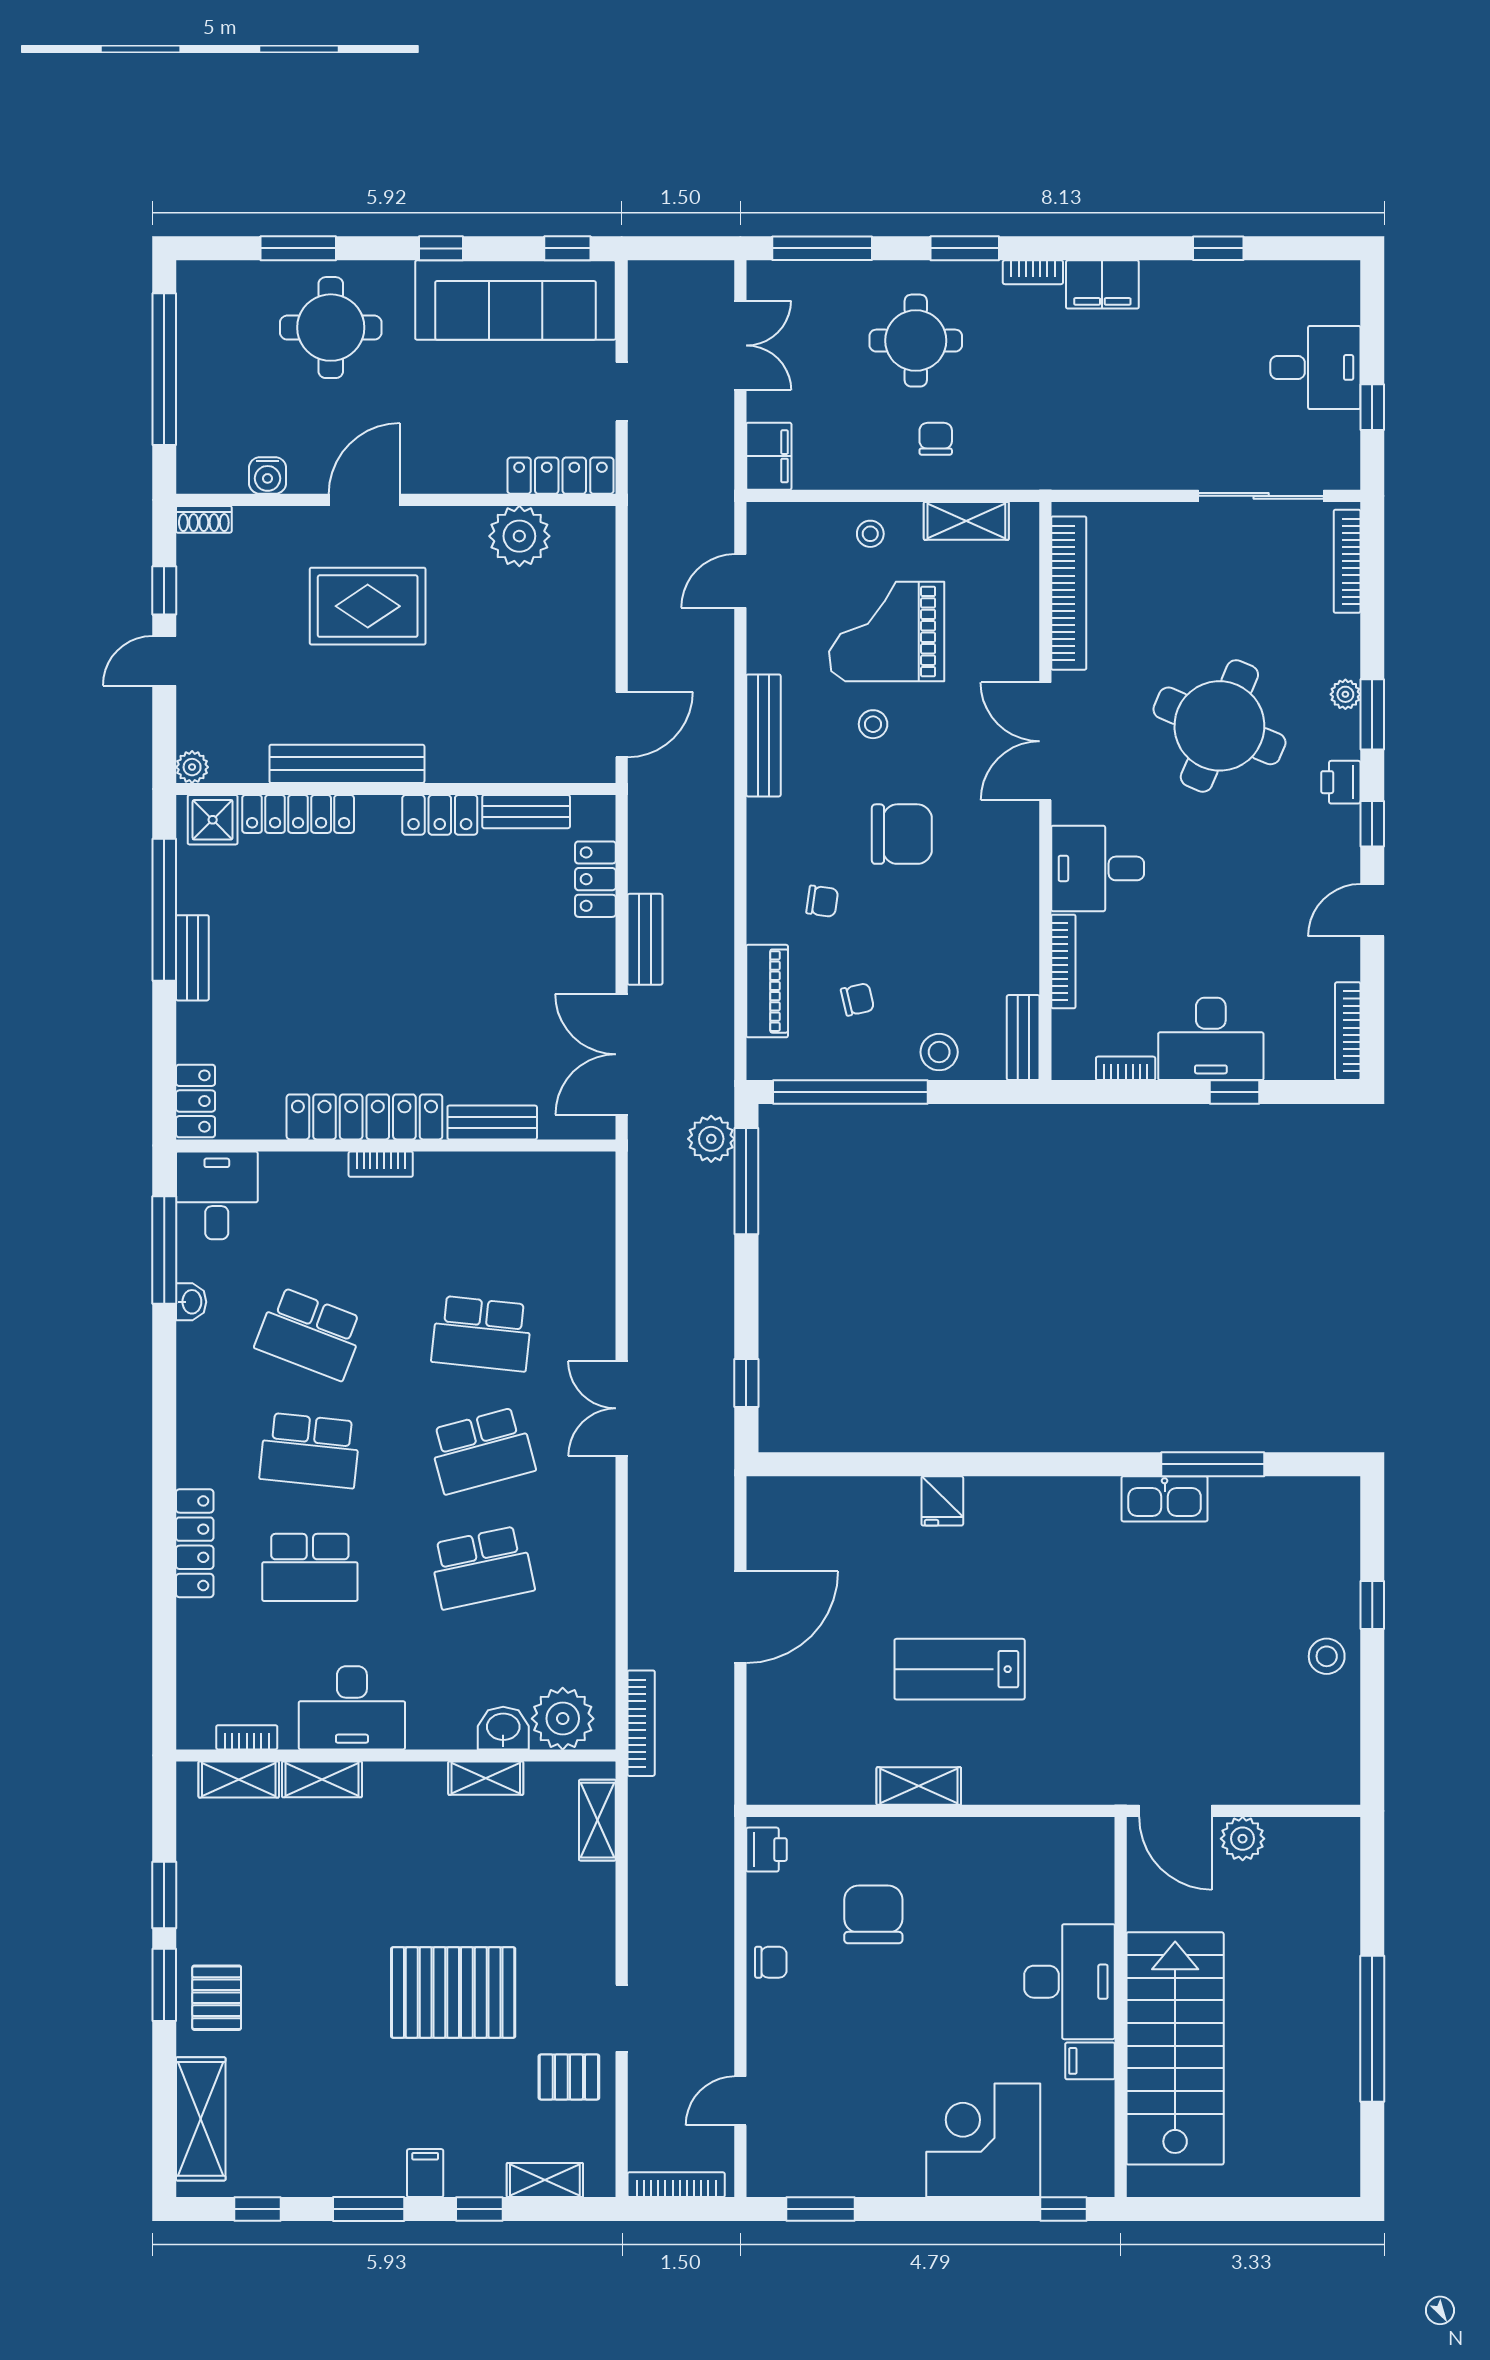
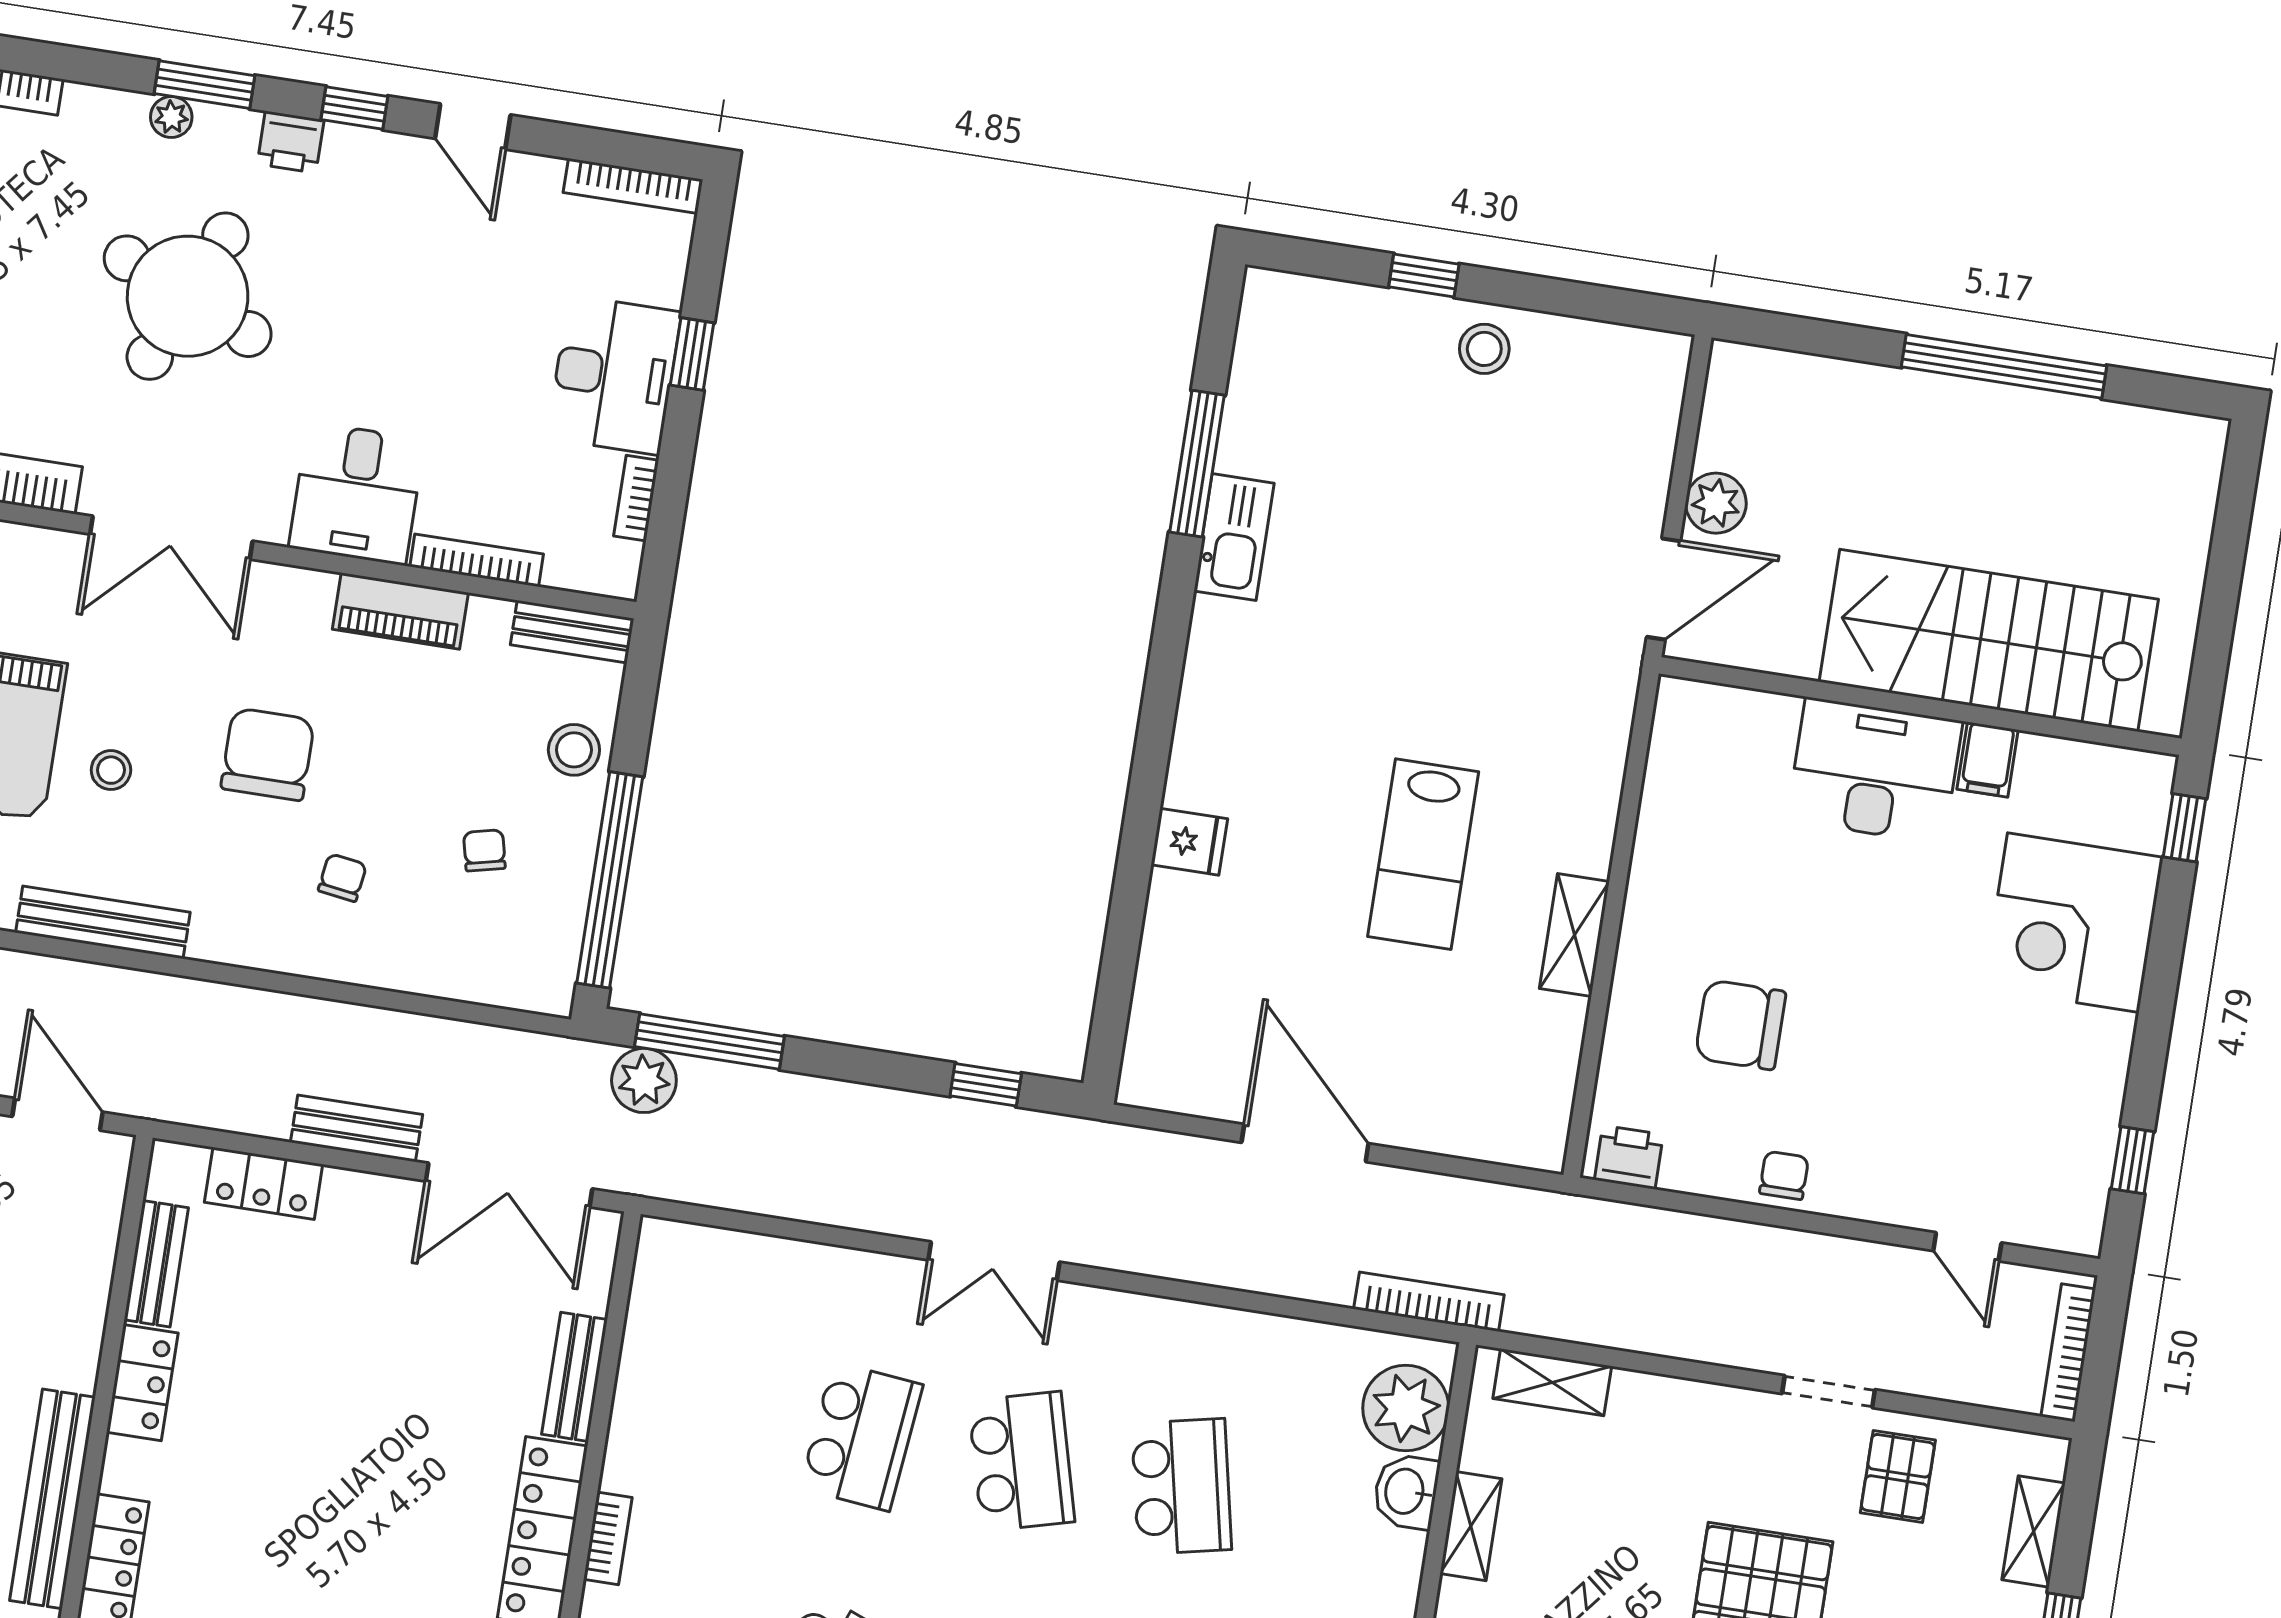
piano: (767, 991) -> (400, 611), moved, turned 180
window: (821, 2209) -> (2132, 1160), width x0.67

